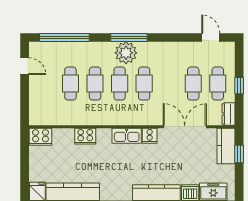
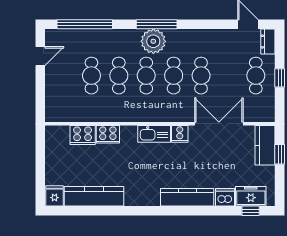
door: (25, 66) -> (40, 56), hinge flipped
cafe table: (193, 84) -> (201, 76), moved
dresser: (229, 114) -> (268, 42), moved
cooker: (41, 137) -> (83, 135), moved

